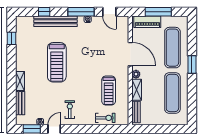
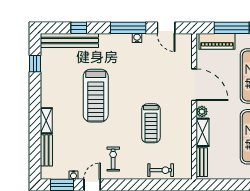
bench: (56, 21) -> (69, 40), moved
treadmill: (109, 90) -> (151, 123), moved

